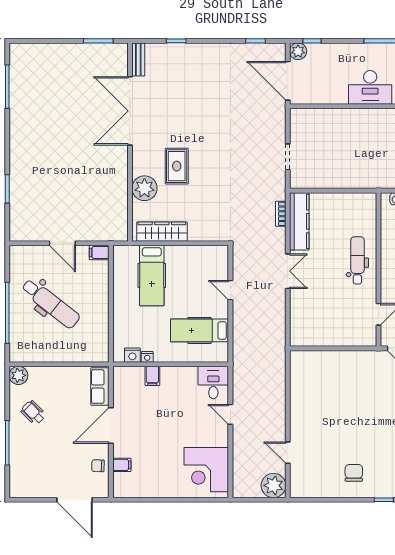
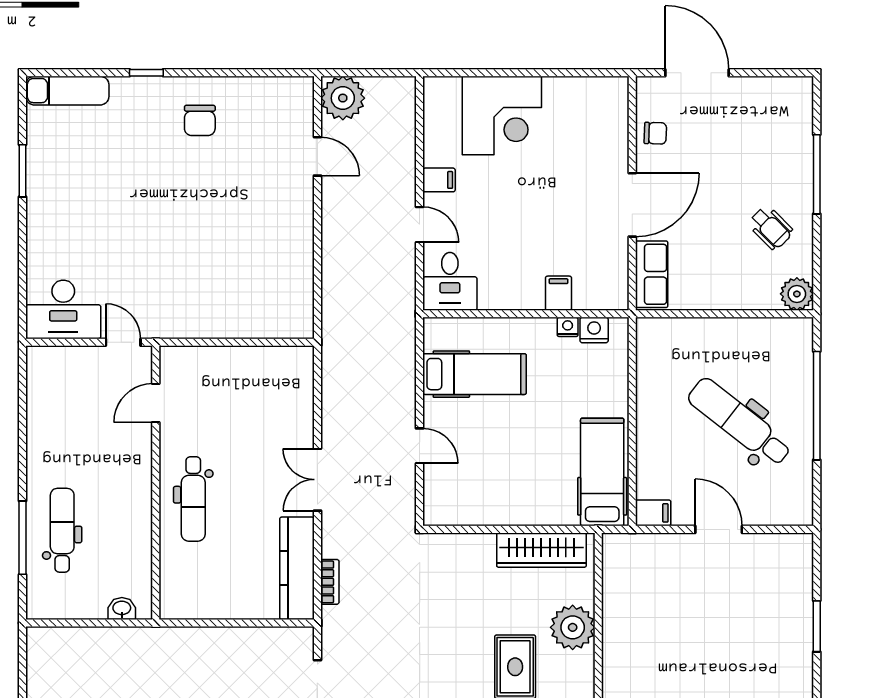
hospital bed: (152, 275) -> (602, 472), moved
filing cabinet: (122, 465) -> (439, 180), moved, turned 180
corner desk: (206, 470) -> (502, 116), moved, turned 90

